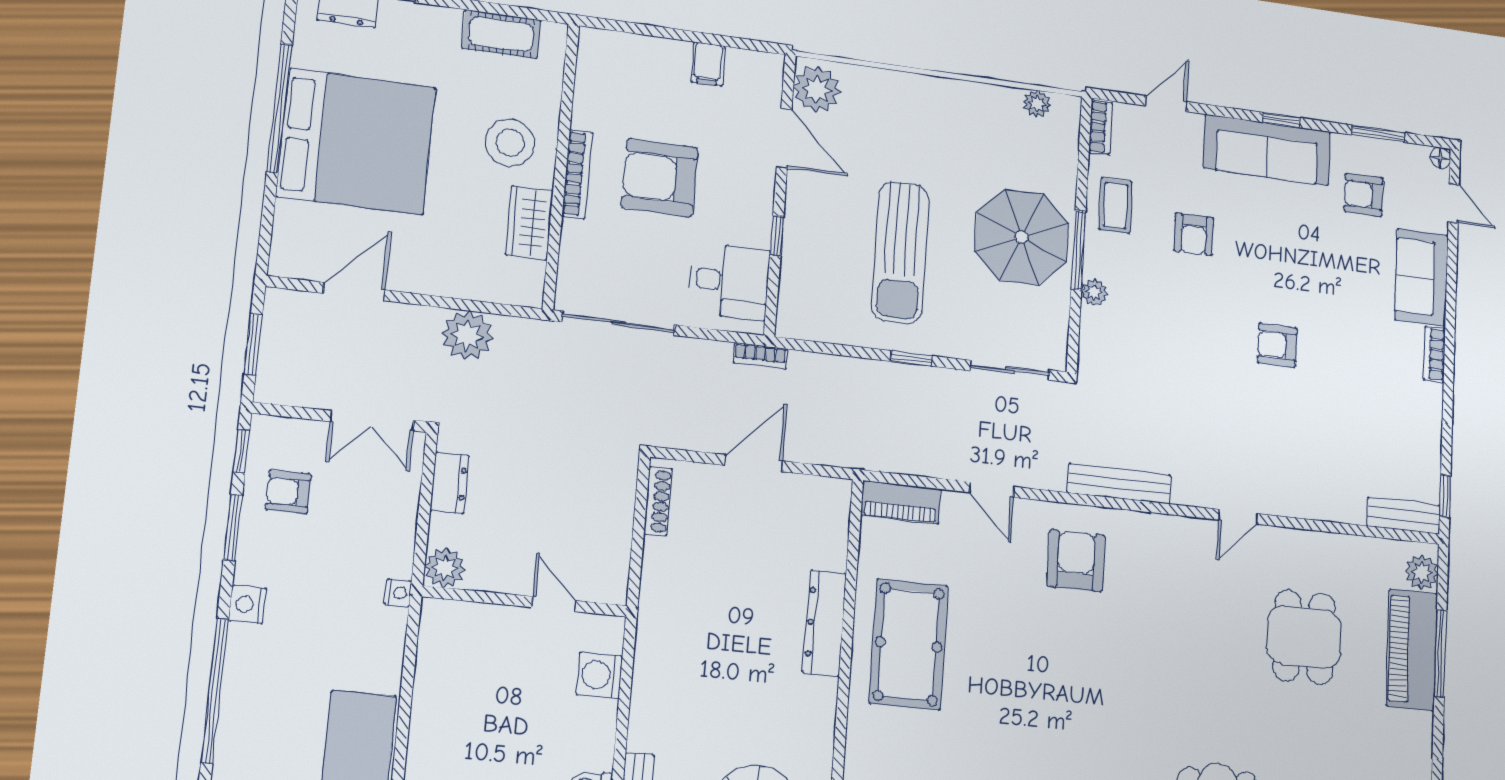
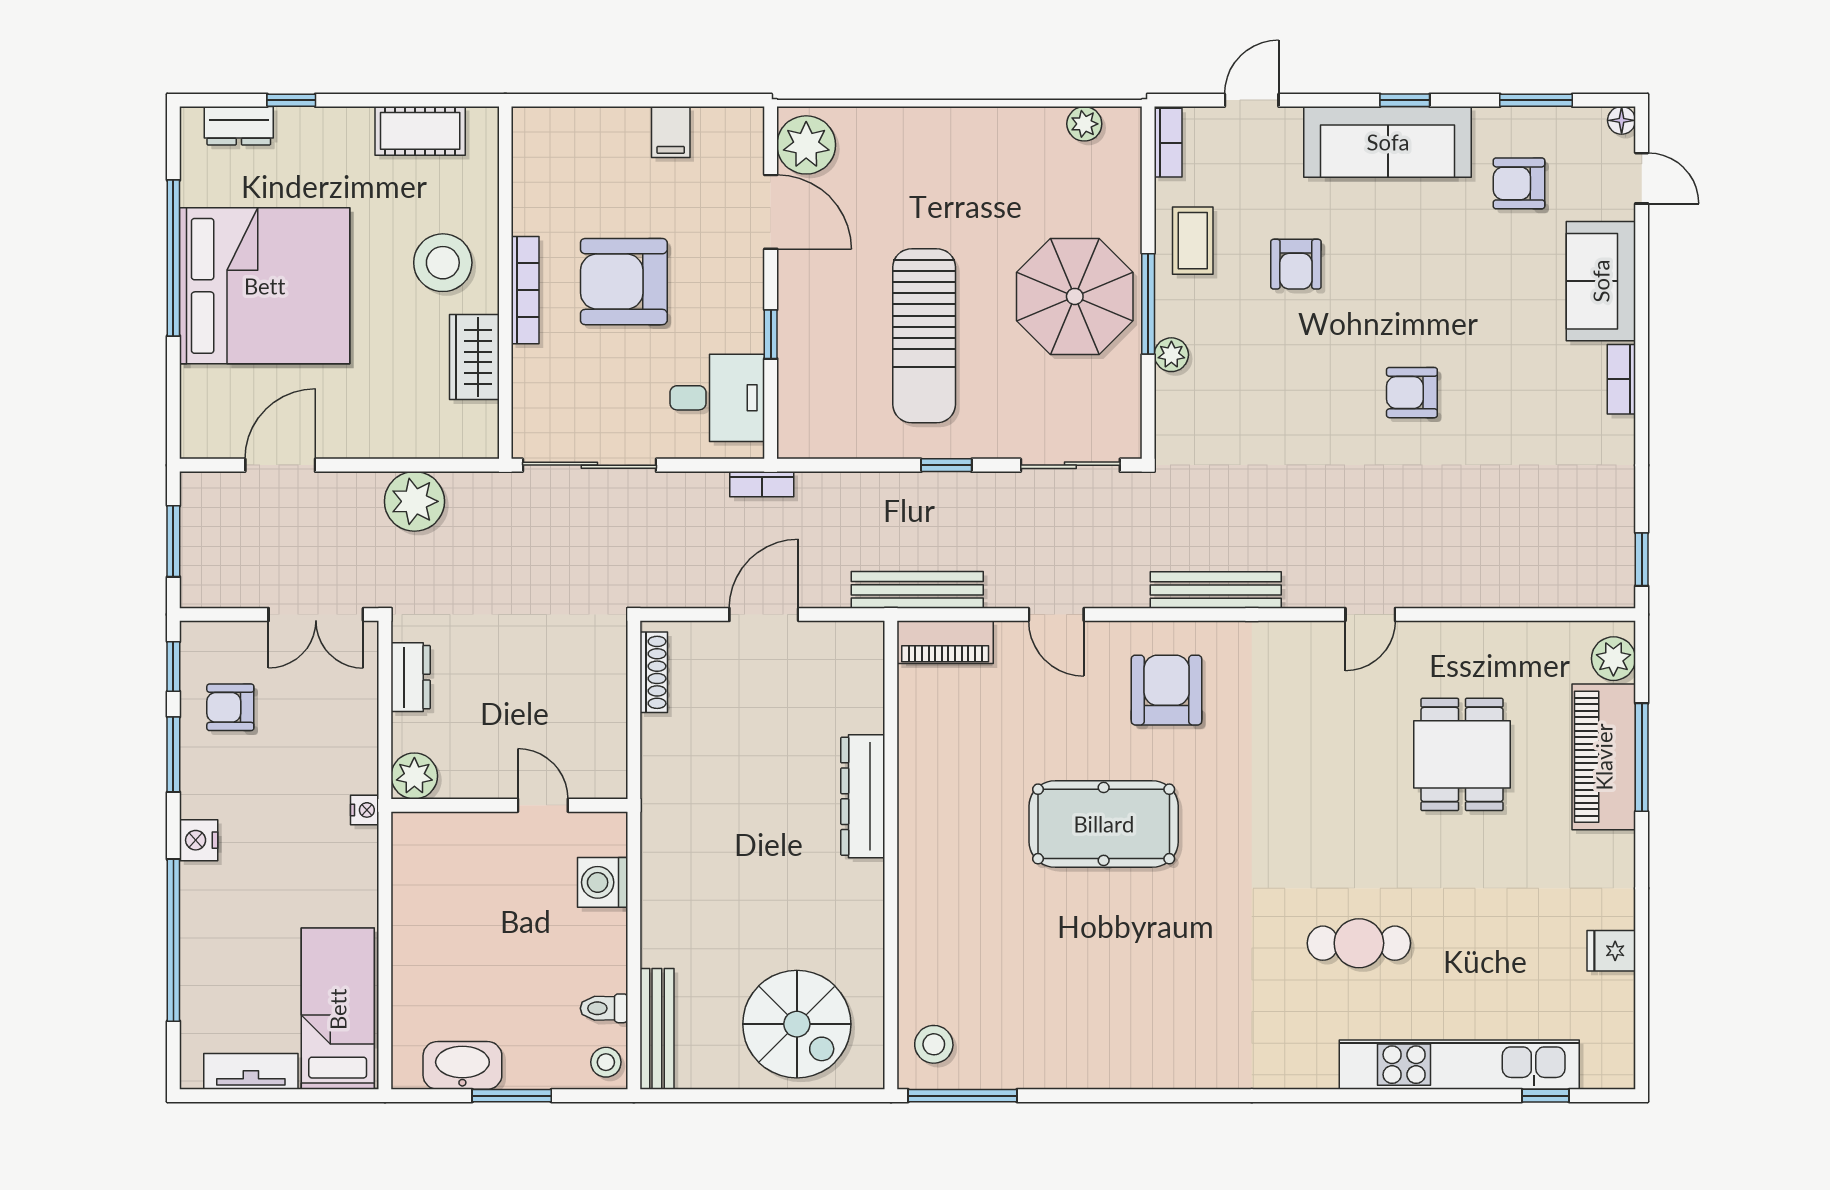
bench: (1404, 516) -> (917, 590), moved, width x1.36
pool table: (909, 644) -> (1104, 824), moved, turned 90

